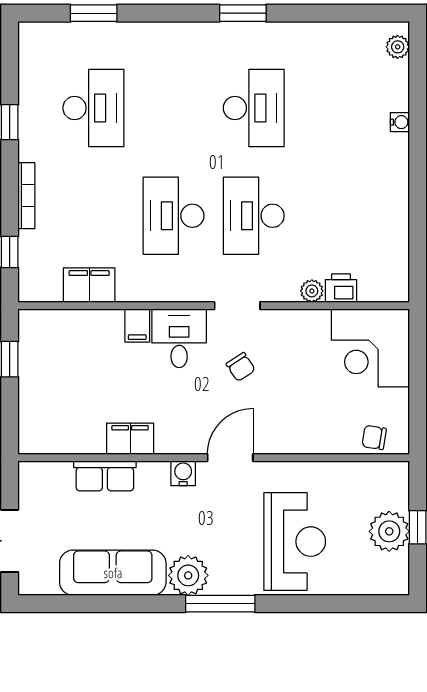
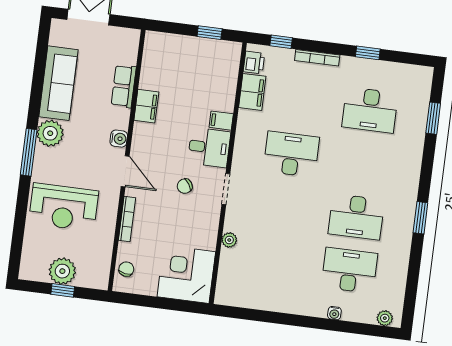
desk: (254, 216) -> (349, 270), moved
printer: (341, 288) -> (254, 63), moved
bookcase: (300, 446) -> (127, 219), added

